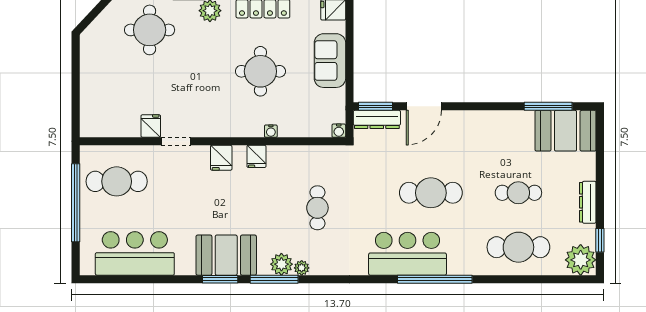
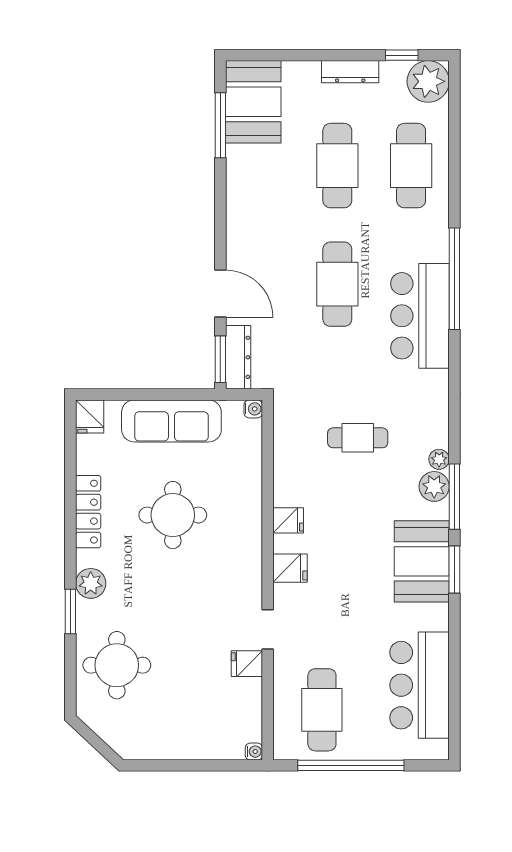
sofa: (330, 61) -> (171, 421), width x1.36
water cooler: (271, 131) -> (254, 752), moved
cafe table: (518, 193) -> (337, 166), width x1.37, depth x1.35

